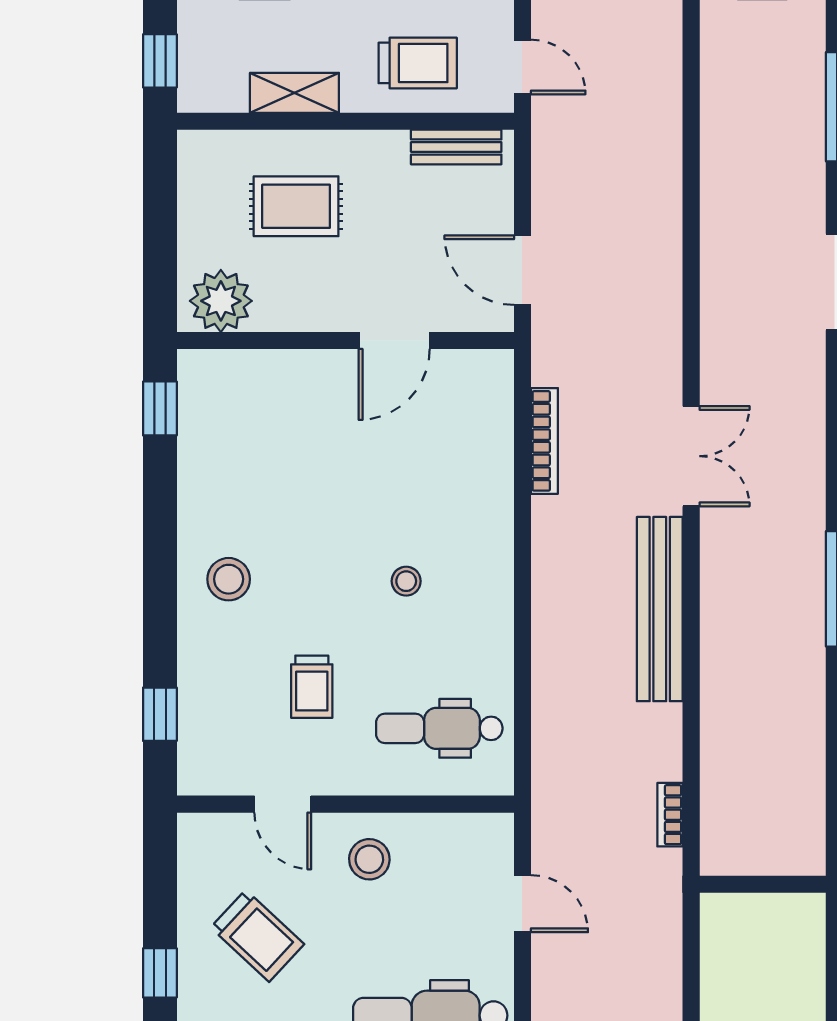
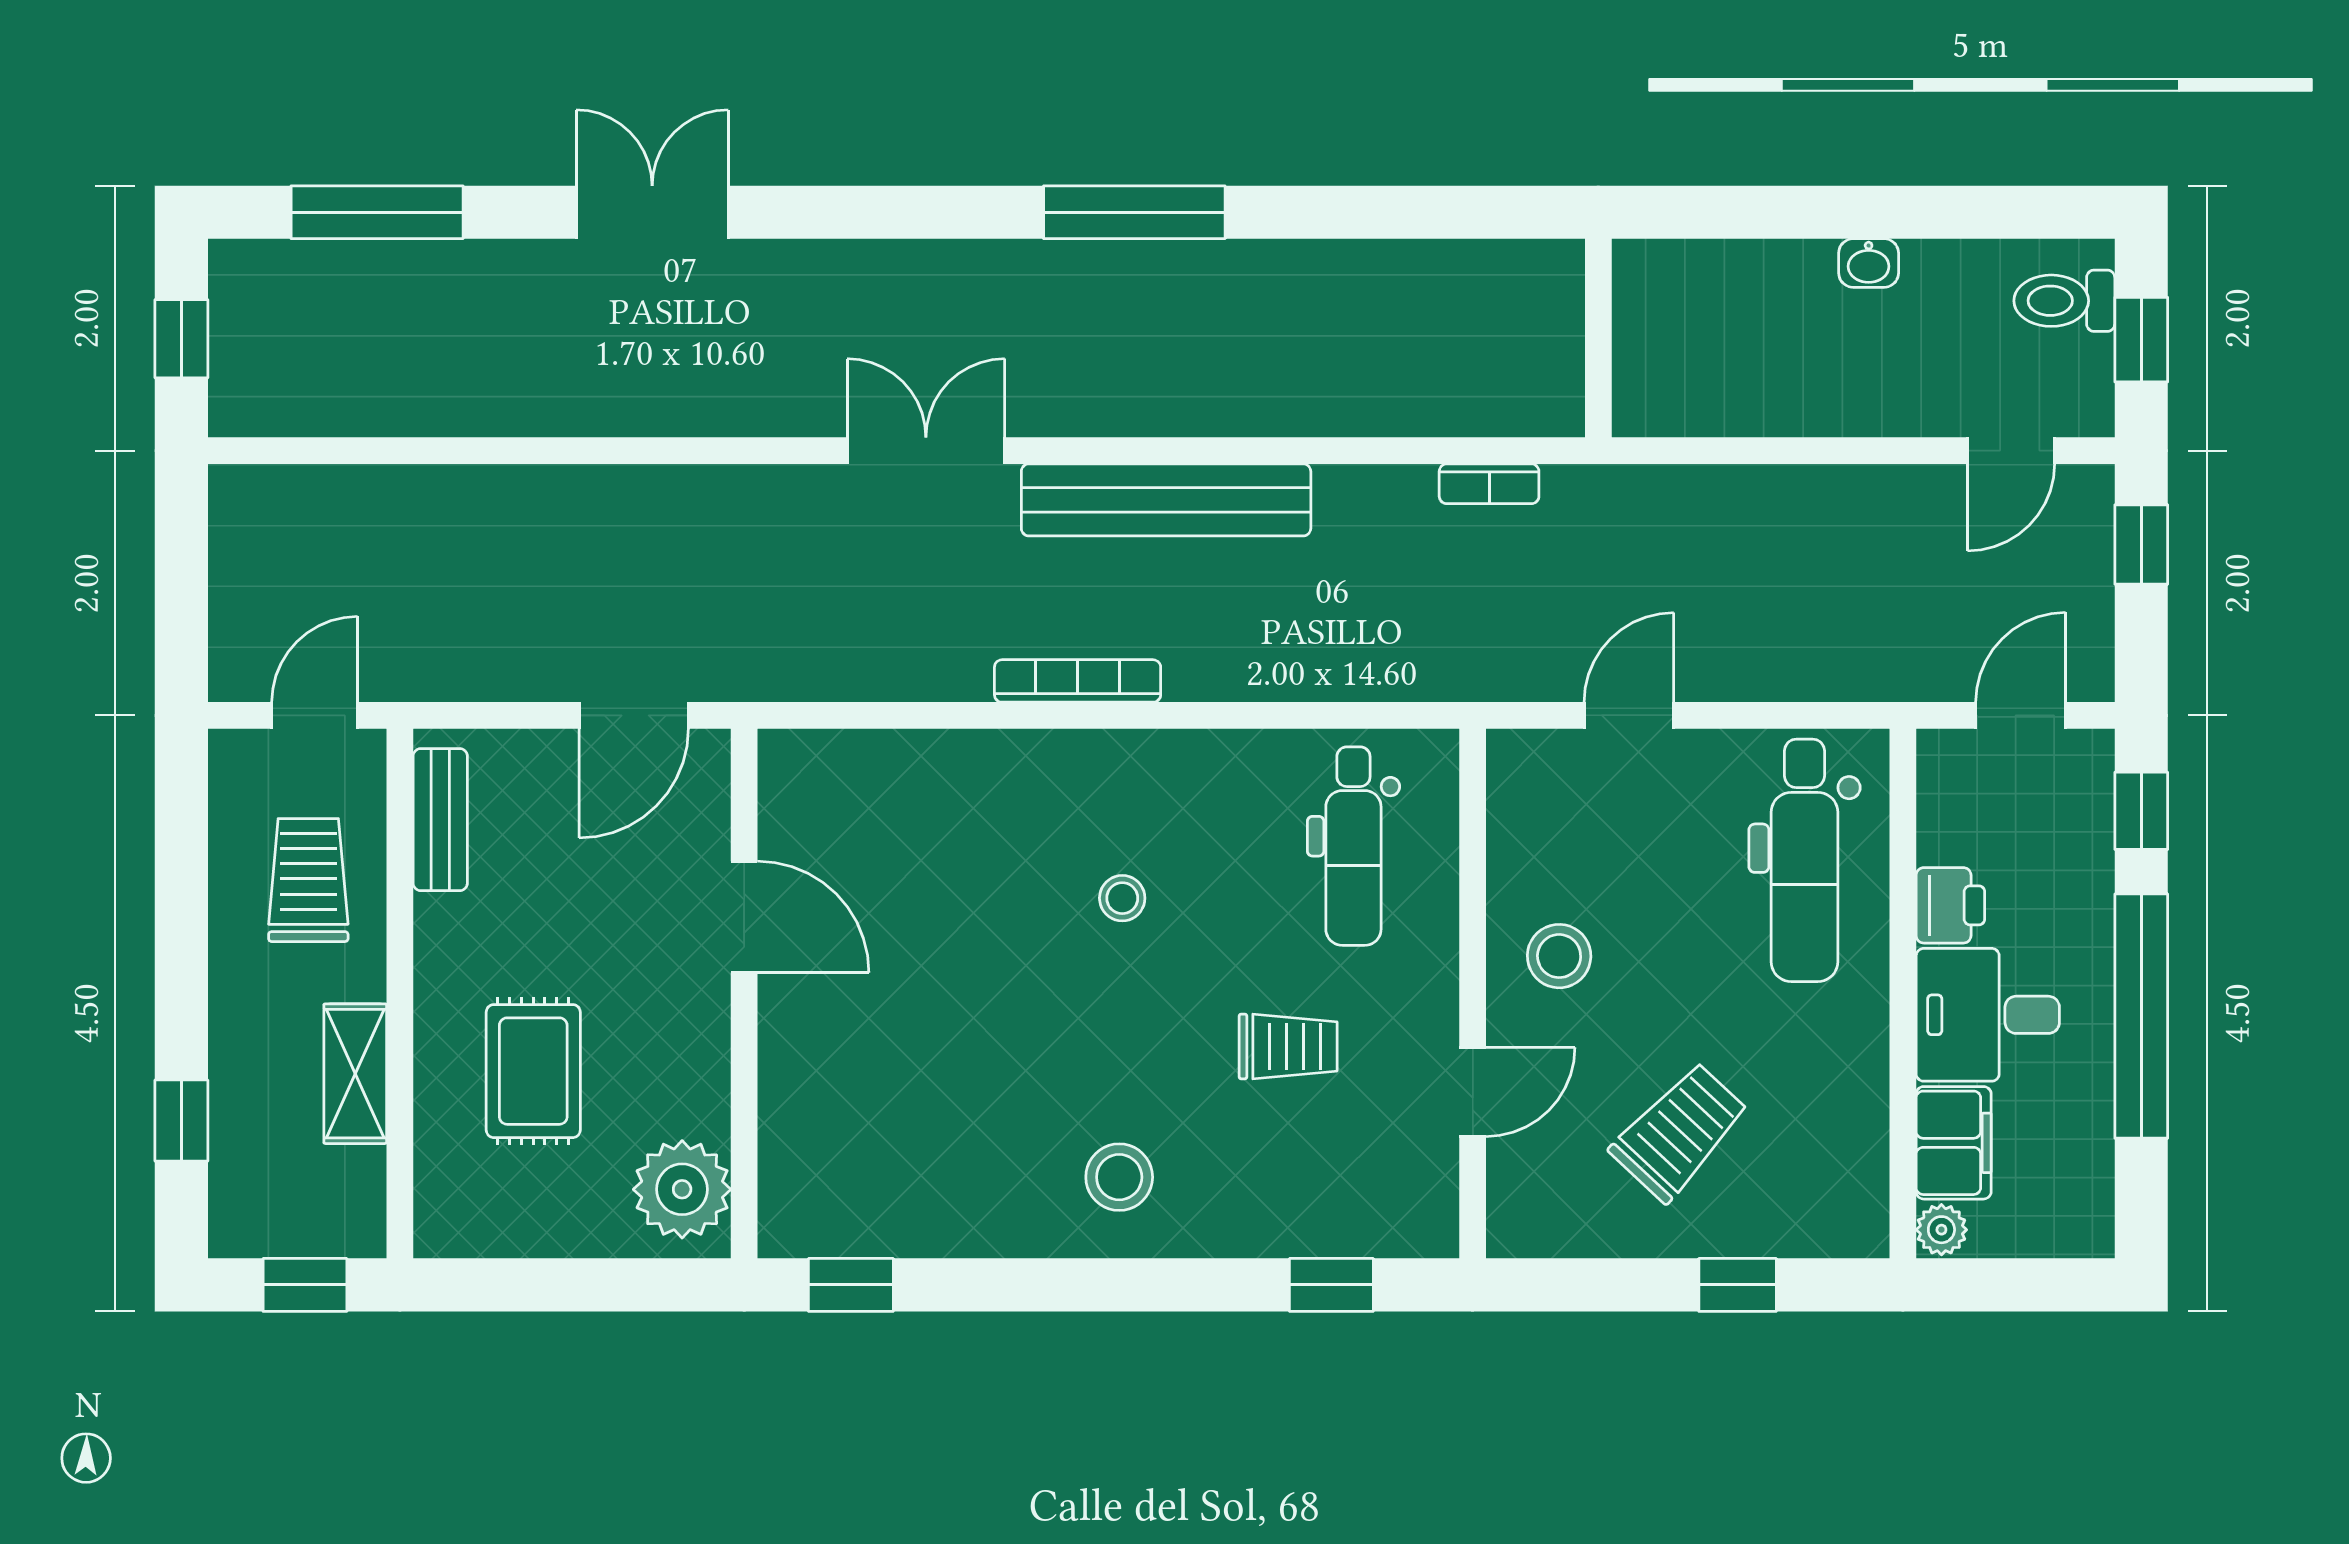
bookcase: (544, 441) -> (1078, 681), moved

